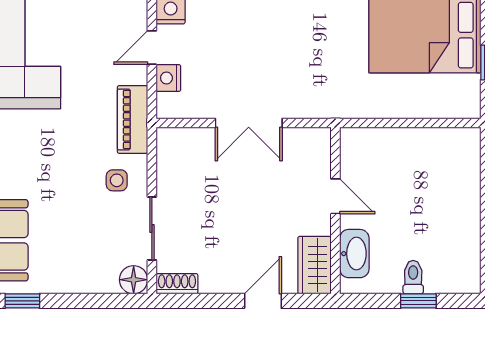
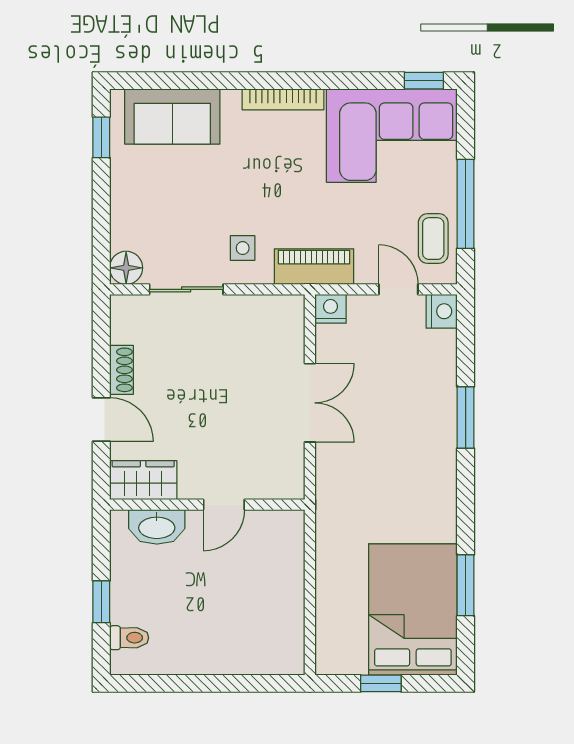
coffee table: (109, 18) -> (433, 239), added
nightstand: (168, 78) -> (331, 309), moved
double door: (249, 123) -> (310, 403), swing flipped
toilet: (413, 277) -> (129, 638), moved
shoe rack: (177, 284) -> (121, 370), moved

